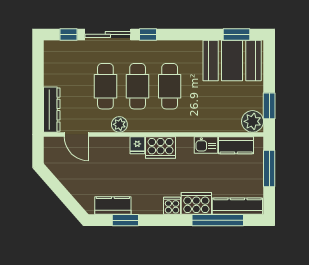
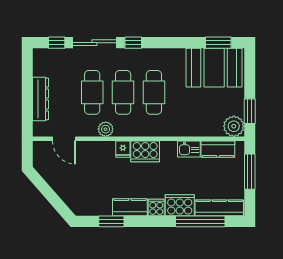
dresser: (52, 110) -> (41, 99), moved
kitchen counter: (113, 206) -> (130, 207), moved

